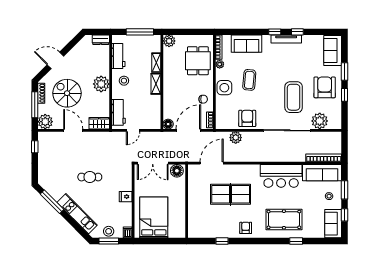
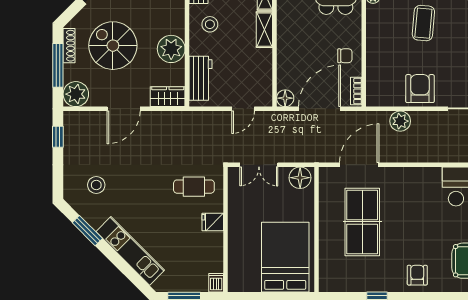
plant: (101, 84) -> (171, 49), moved
side table: (224, 88) -> (381, 36), removed
door: (73, 130) -> (124, 109), swing flipped
door: (133, 130) -> (243, 109), moved
double door: (153, 163) -> (259, 165), width x0.73
cafe table: (90, 177) -> (194, 187), moved
table tennis table: (231, 194) -> (362, 222), moved, turned 90
window: (52, 202) -> (87, 231), width x0.69
bed: (154, 217) -> (285, 257), moved
stool: (109, 231) -> (96, 185), moved

